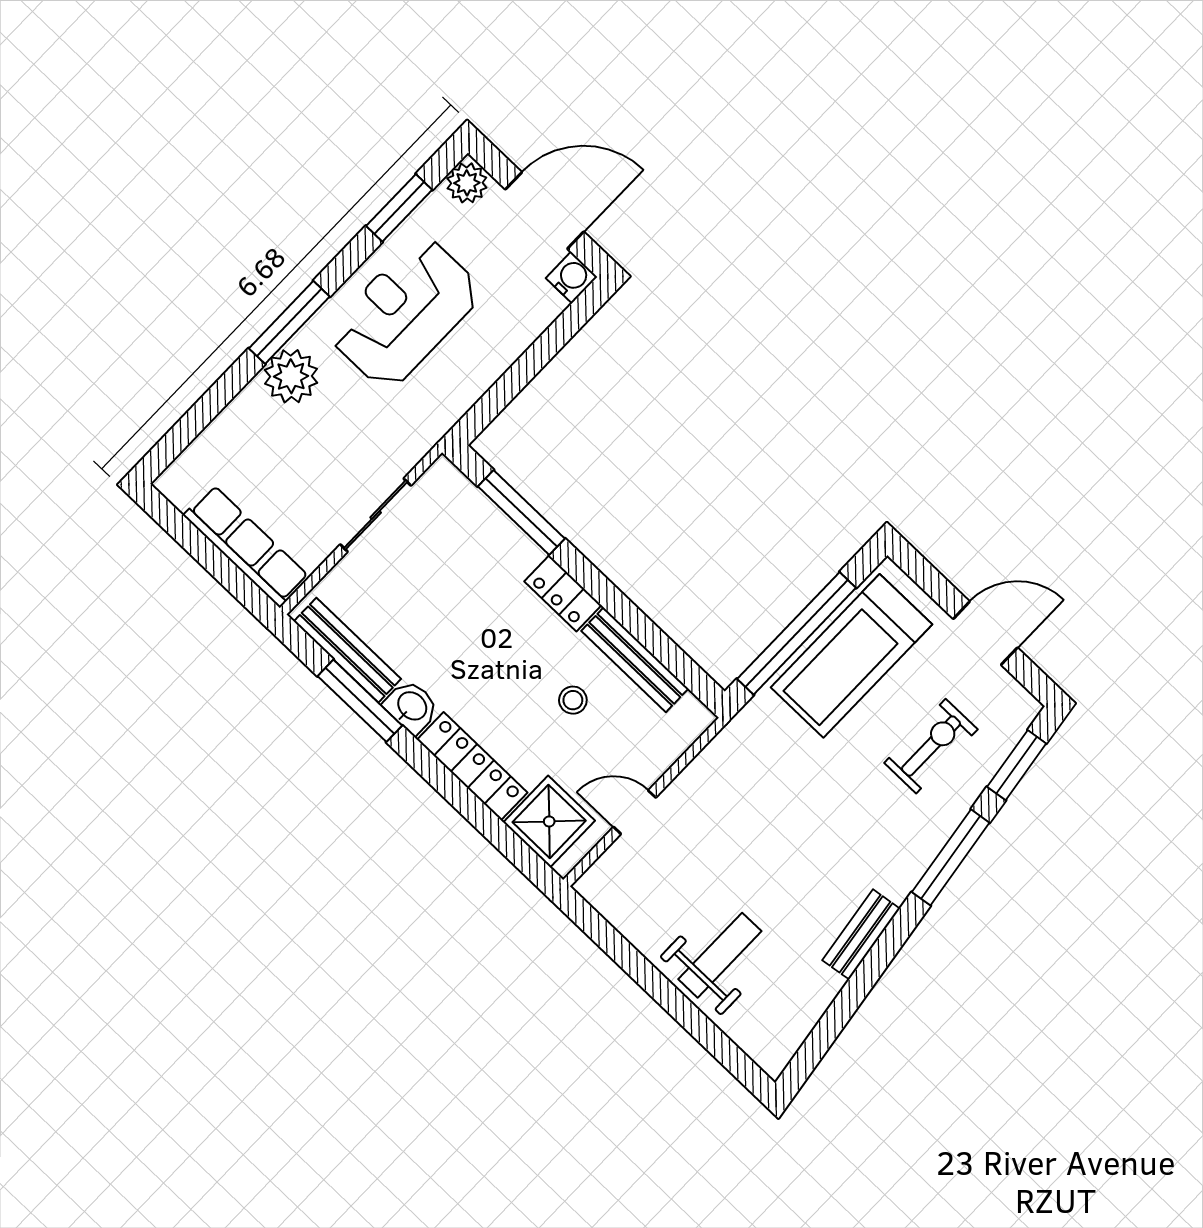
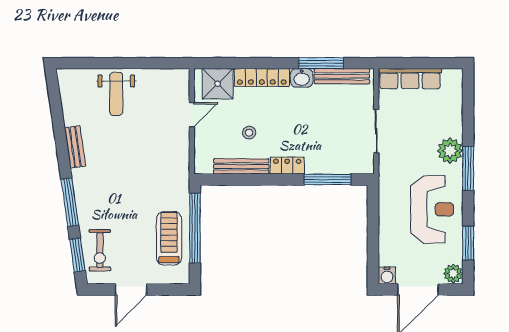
treadmill: (851, 656) -> (169, 238), width x0.73, depth x0.73
exercise bike: (931, 746) -> (100, 250), moved

